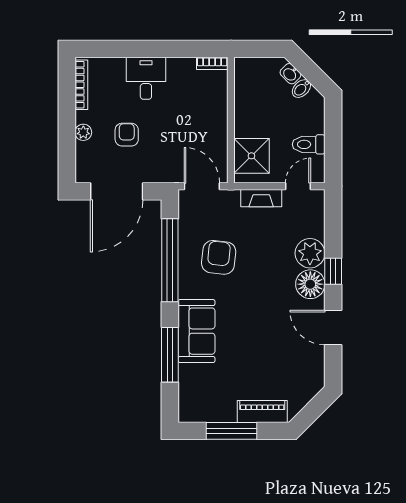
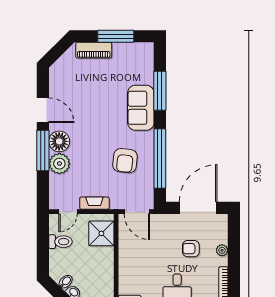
armchair: (127, 135) -> (191, 249), turned 90
window: (333, 271) -> (43, 151), width x2.17

